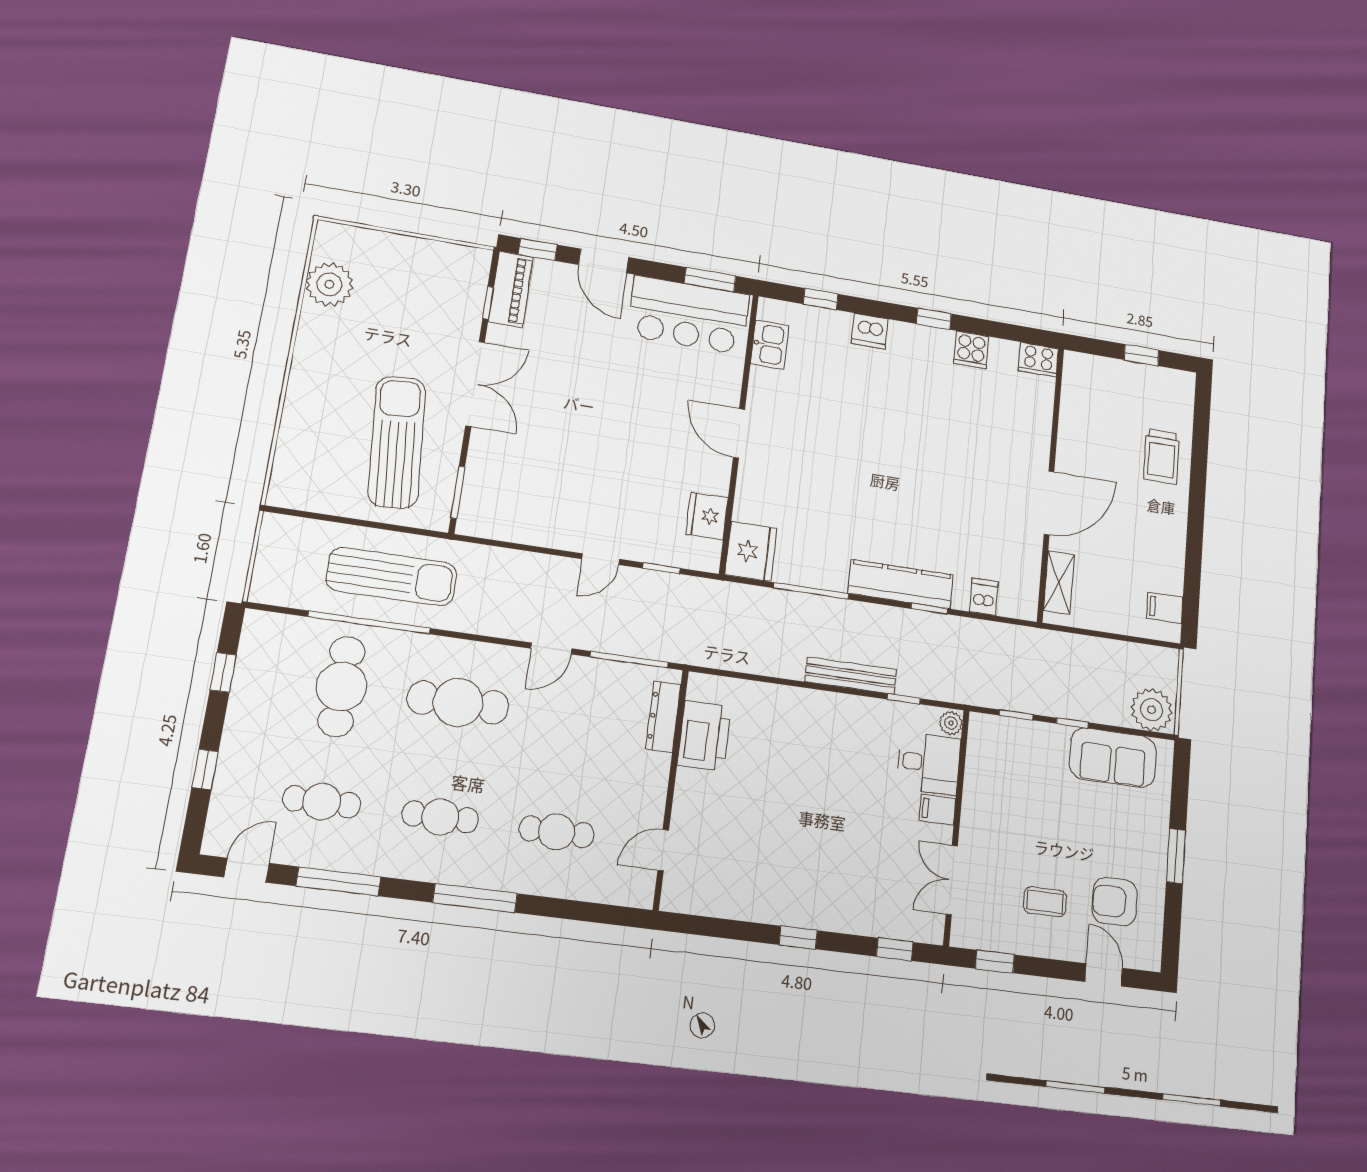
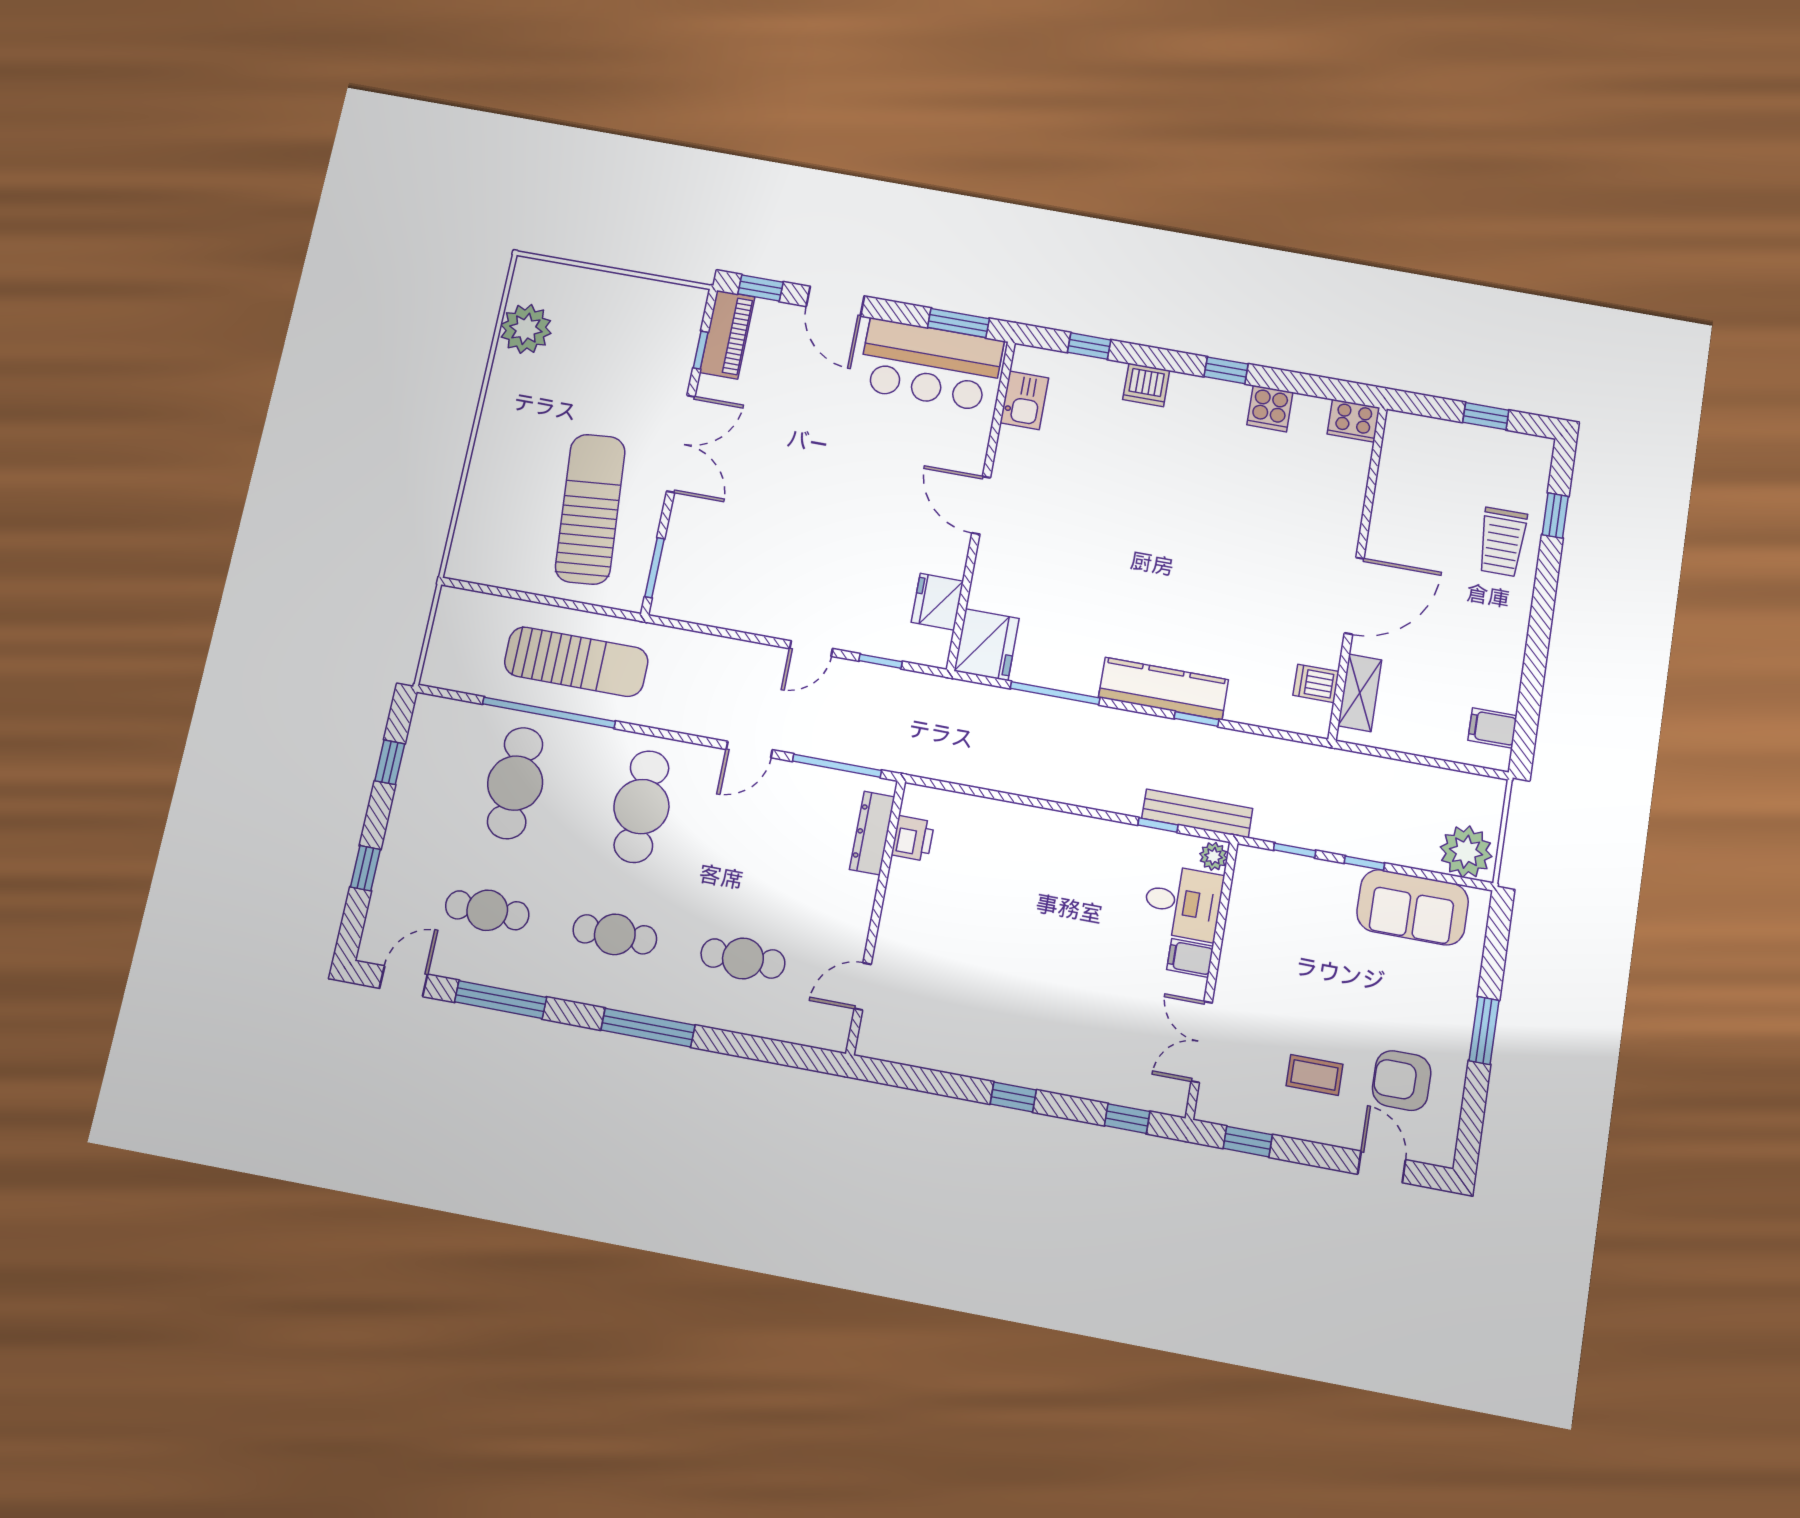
window: (1201, 434) -> (1555, 516), added
dishwasher: (984, 597) -> (1316, 683), moved, turned -90
bench: (851, 676) -> (1197, 813), moved
cafe table: (458, 702) -> (641, 807), turned 90
printer: (704, 736) -> (913, 838), width x0.53, depth x0.68

